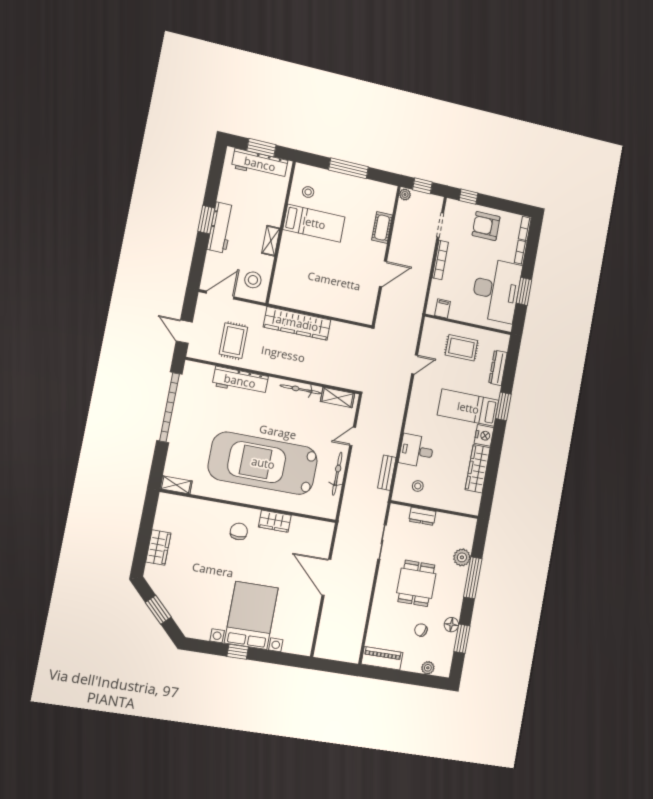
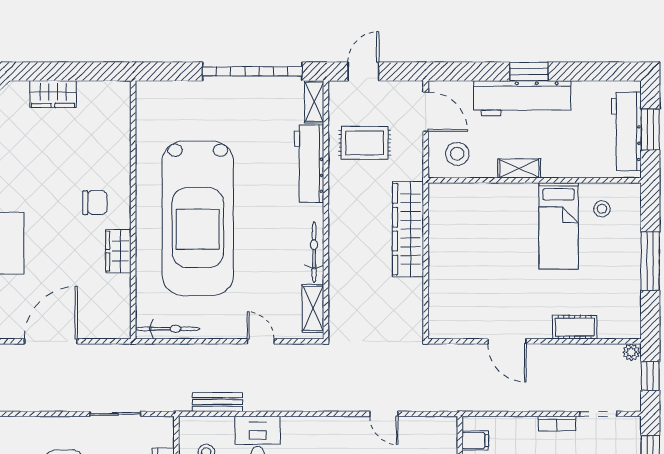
workbench: (221, 228) -> (522, 98), width x1.36, depth x1.32
bookcase: (440, 260) -> (557, 424), width x0.64
car: (263, 463) -> (198, 218), turned 180
bicycle: (337, 474) -> (168, 329), moved
shelving: (176, 485) -> (314, 102), moved

